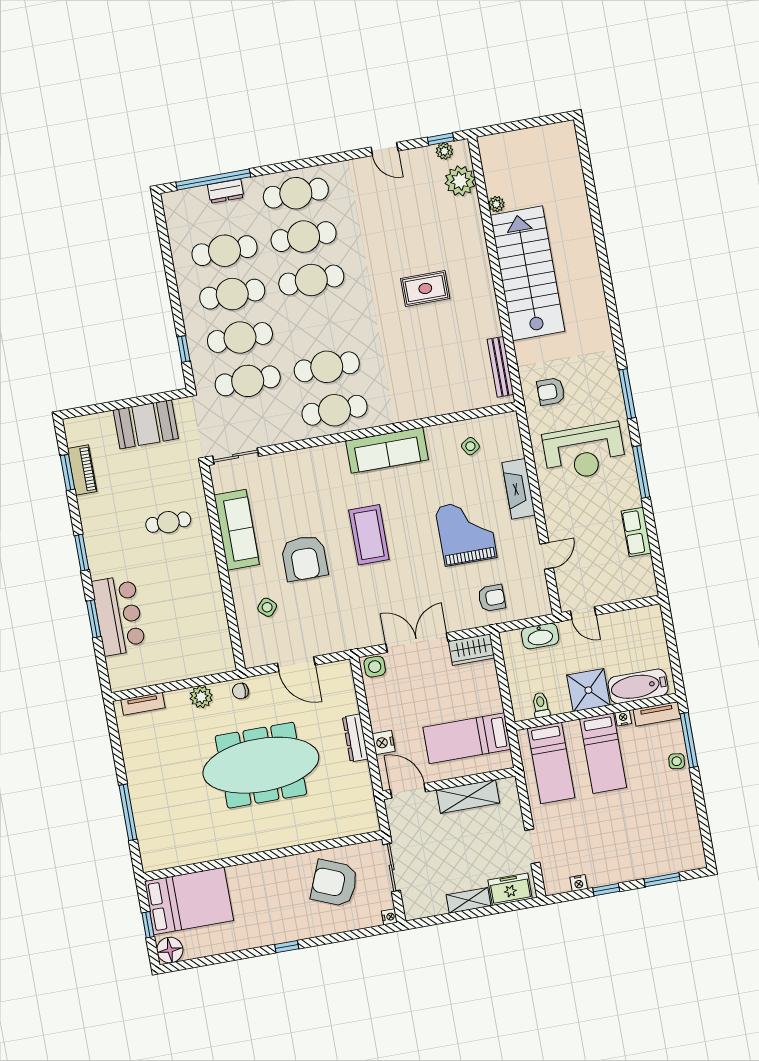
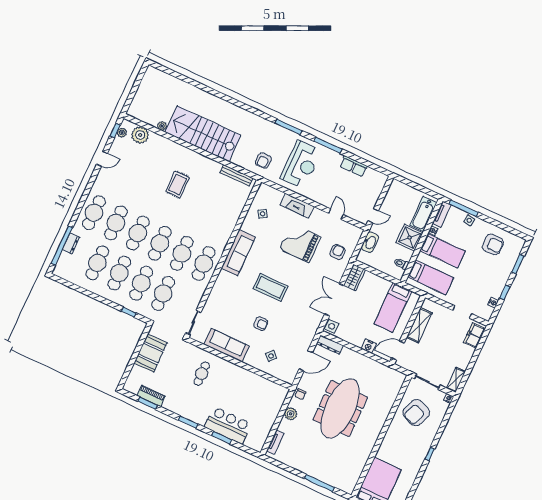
cafe table: (319, 323) -> (160, 243), added
armchair: (304, 558) -> (261, 324), width x0.53, depth x0.53
dresser: (355, 738) -> (330, 345), moved
armchair: (665, 822) -> (493, 244), added
shelving: (469, 900) -> (456, 380), moved

